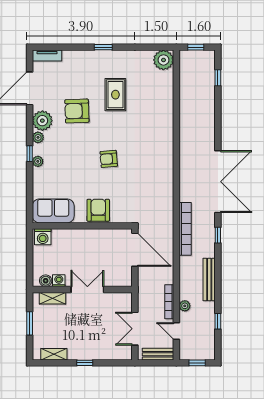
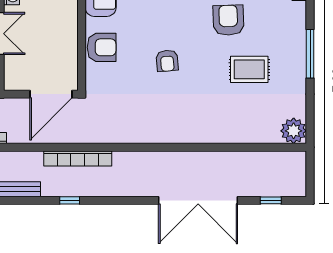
window: (103, 47) -> (310, 54), width x2.17
window: (196, 47) -> (310, 172), removed
armchair: (109, 159) -> (167, 61), turned 180
double door: (218, 182) -> (198, 200), moved

